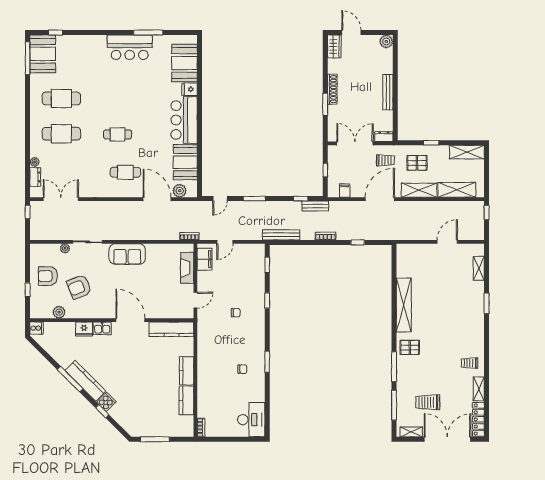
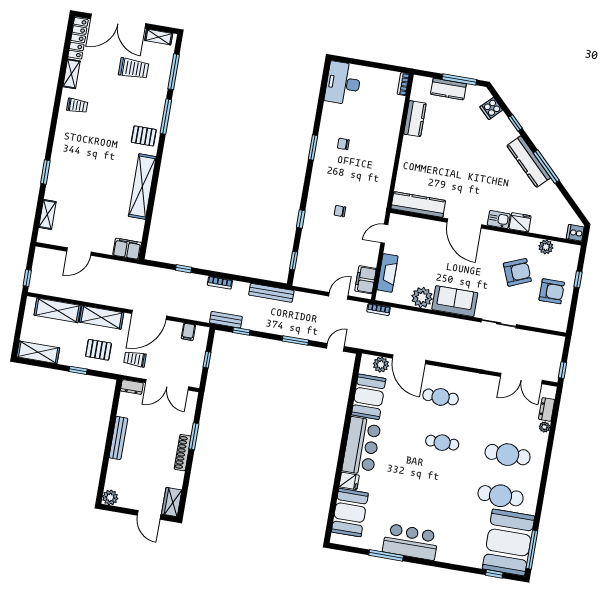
booth: (43, 54) -> (508, 542), width x1.36, depth x1.42
plant: (65, 248) -> (422, 297), moved, width x1.88, depth x1.88
filing cabinet: (408, 251) -> (127, 249), added
kitchen counter: (187, 371) -> (448, 89), moved, turned 90
cooker: (106, 402) -> (491, 108), moved

